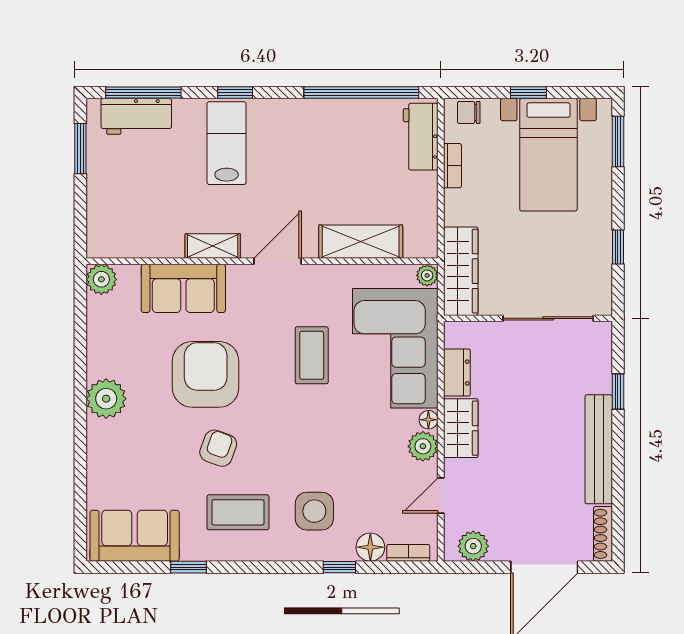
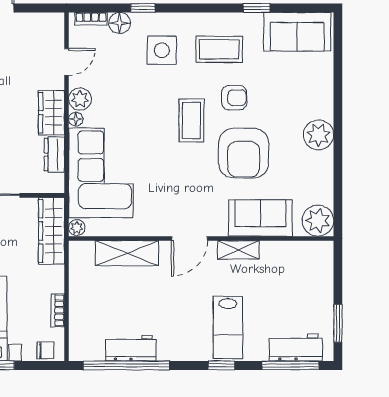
workbench: (421, 137) -> (131, 348), moved, turned -90
plant: (101, 279) -> (318, 221), width x1.36, depth x1.36
coffee table: (312, 355) -> (191, 120), moved
armchair: (218, 448) -> (234, 98), turned -110
plant: (473, 546) -> (42, 24), removed

